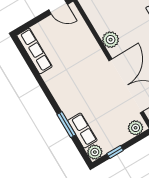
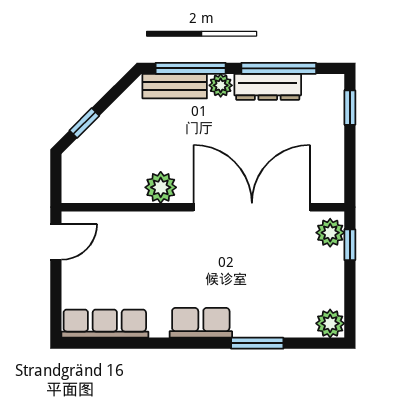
row of seats: (82, 130) -> (201, 323), moved
window: (115, 152) -> (350, 245), moved

